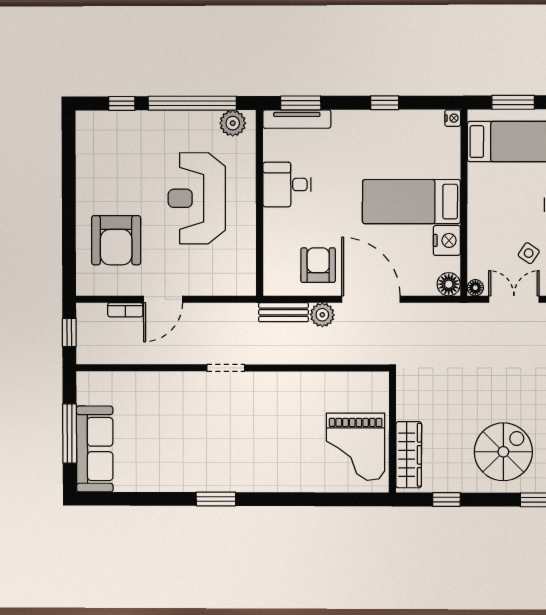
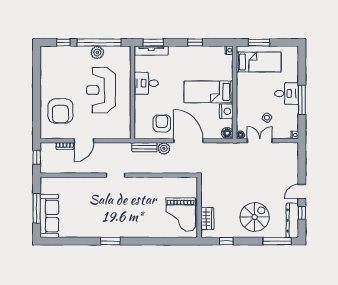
plant: (233, 123) -> (97, 52), moved
wardrobe: (409, 455) -> (207, 219), width x0.67

